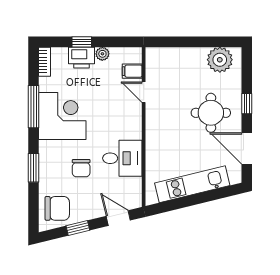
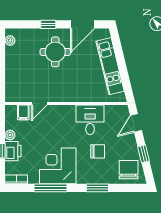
plant: (220, 60) -> (10, 41), width x0.53, depth x0.53

